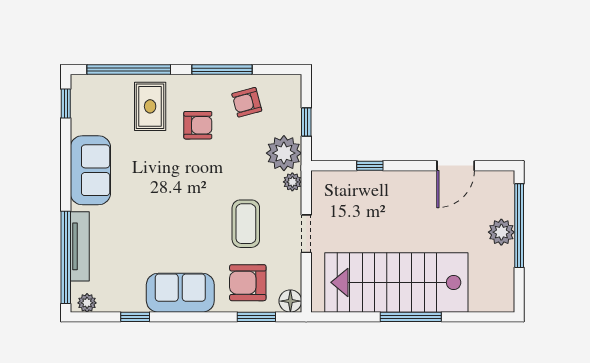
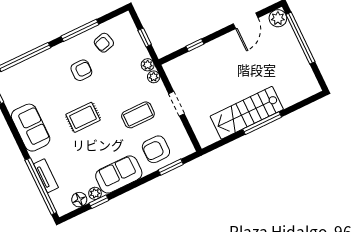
rug: (150, 106) -> (83, 117), moved, turned 90
plant: (284, 153) -> (148, 65), width x0.53, depth x0.53
coffee table: (246, 224) -> (138, 115), turned 90
plant: (501, 232) -> (278, 18), moved
tv unit: (80, 246) -> (46, 176), width x0.71
stairs: (396, 282) -> (247, 113), width x0.73, depth x0.66
floor lamp: (290, 301) -> (79, 200), moved
plant: (87, 303) -> (95, 193), moved

